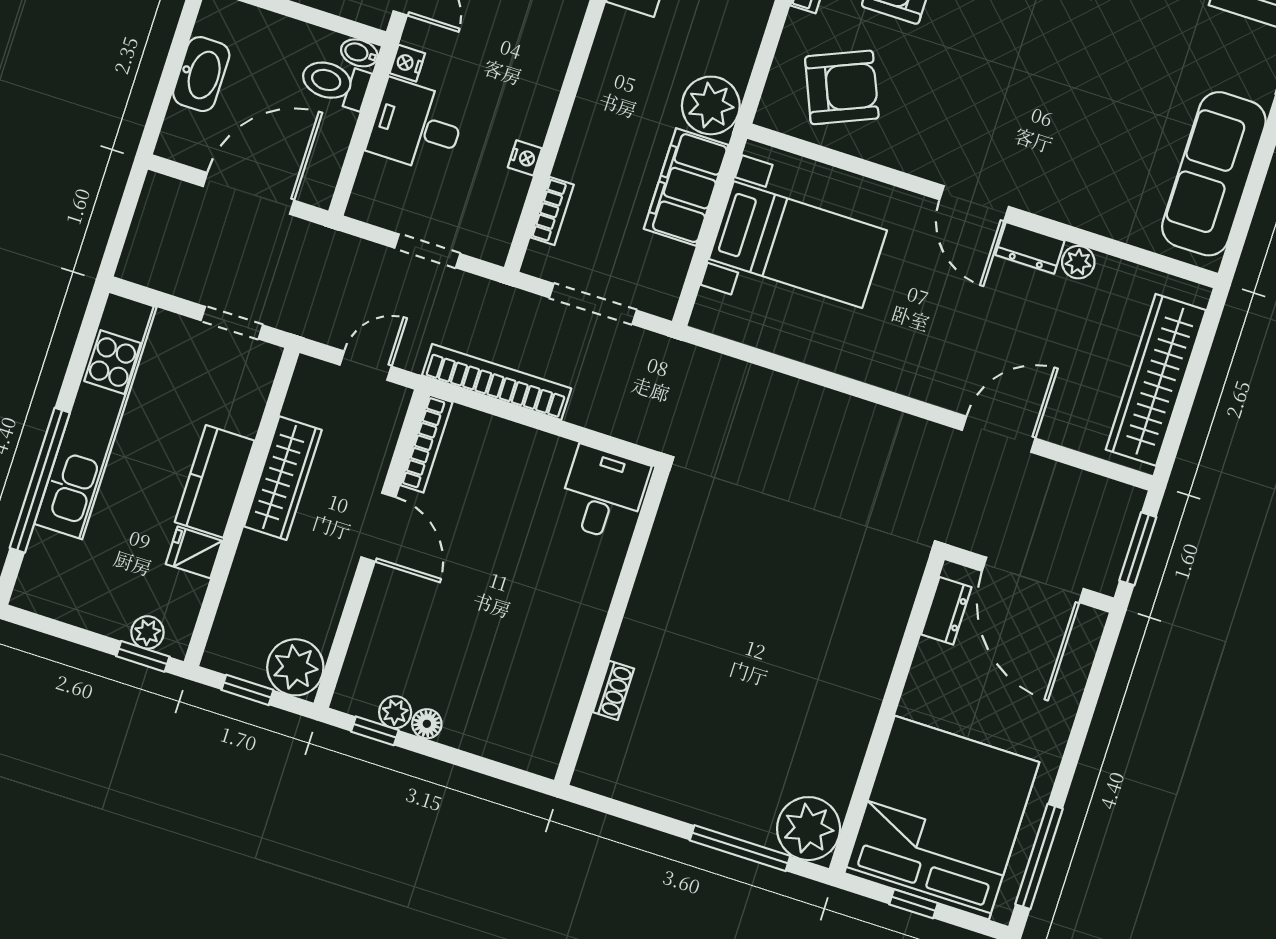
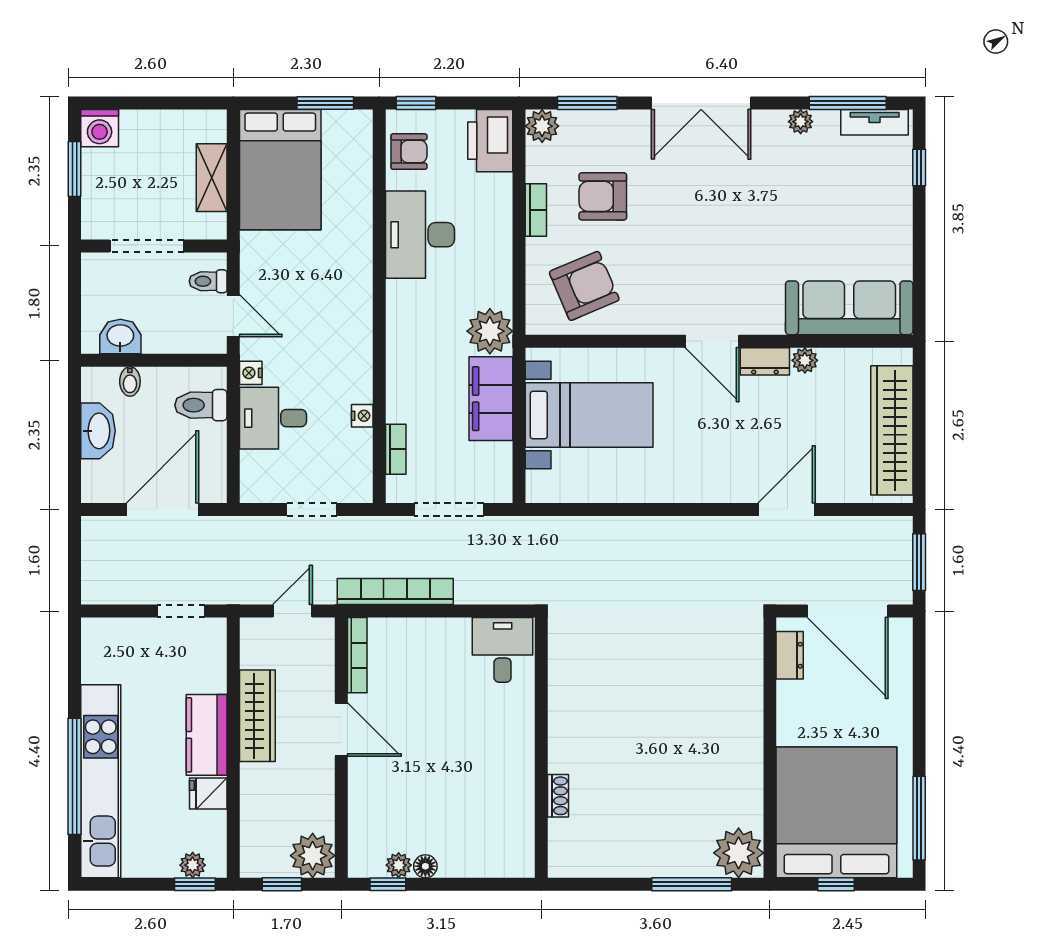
bidet: (359, 53) -> (130, 381), moved, turned -90
sofa: (1214, 174) -> (849, 308), moved, turned 90
kitchen unit: (95, 416) -> (101, 781), moved

